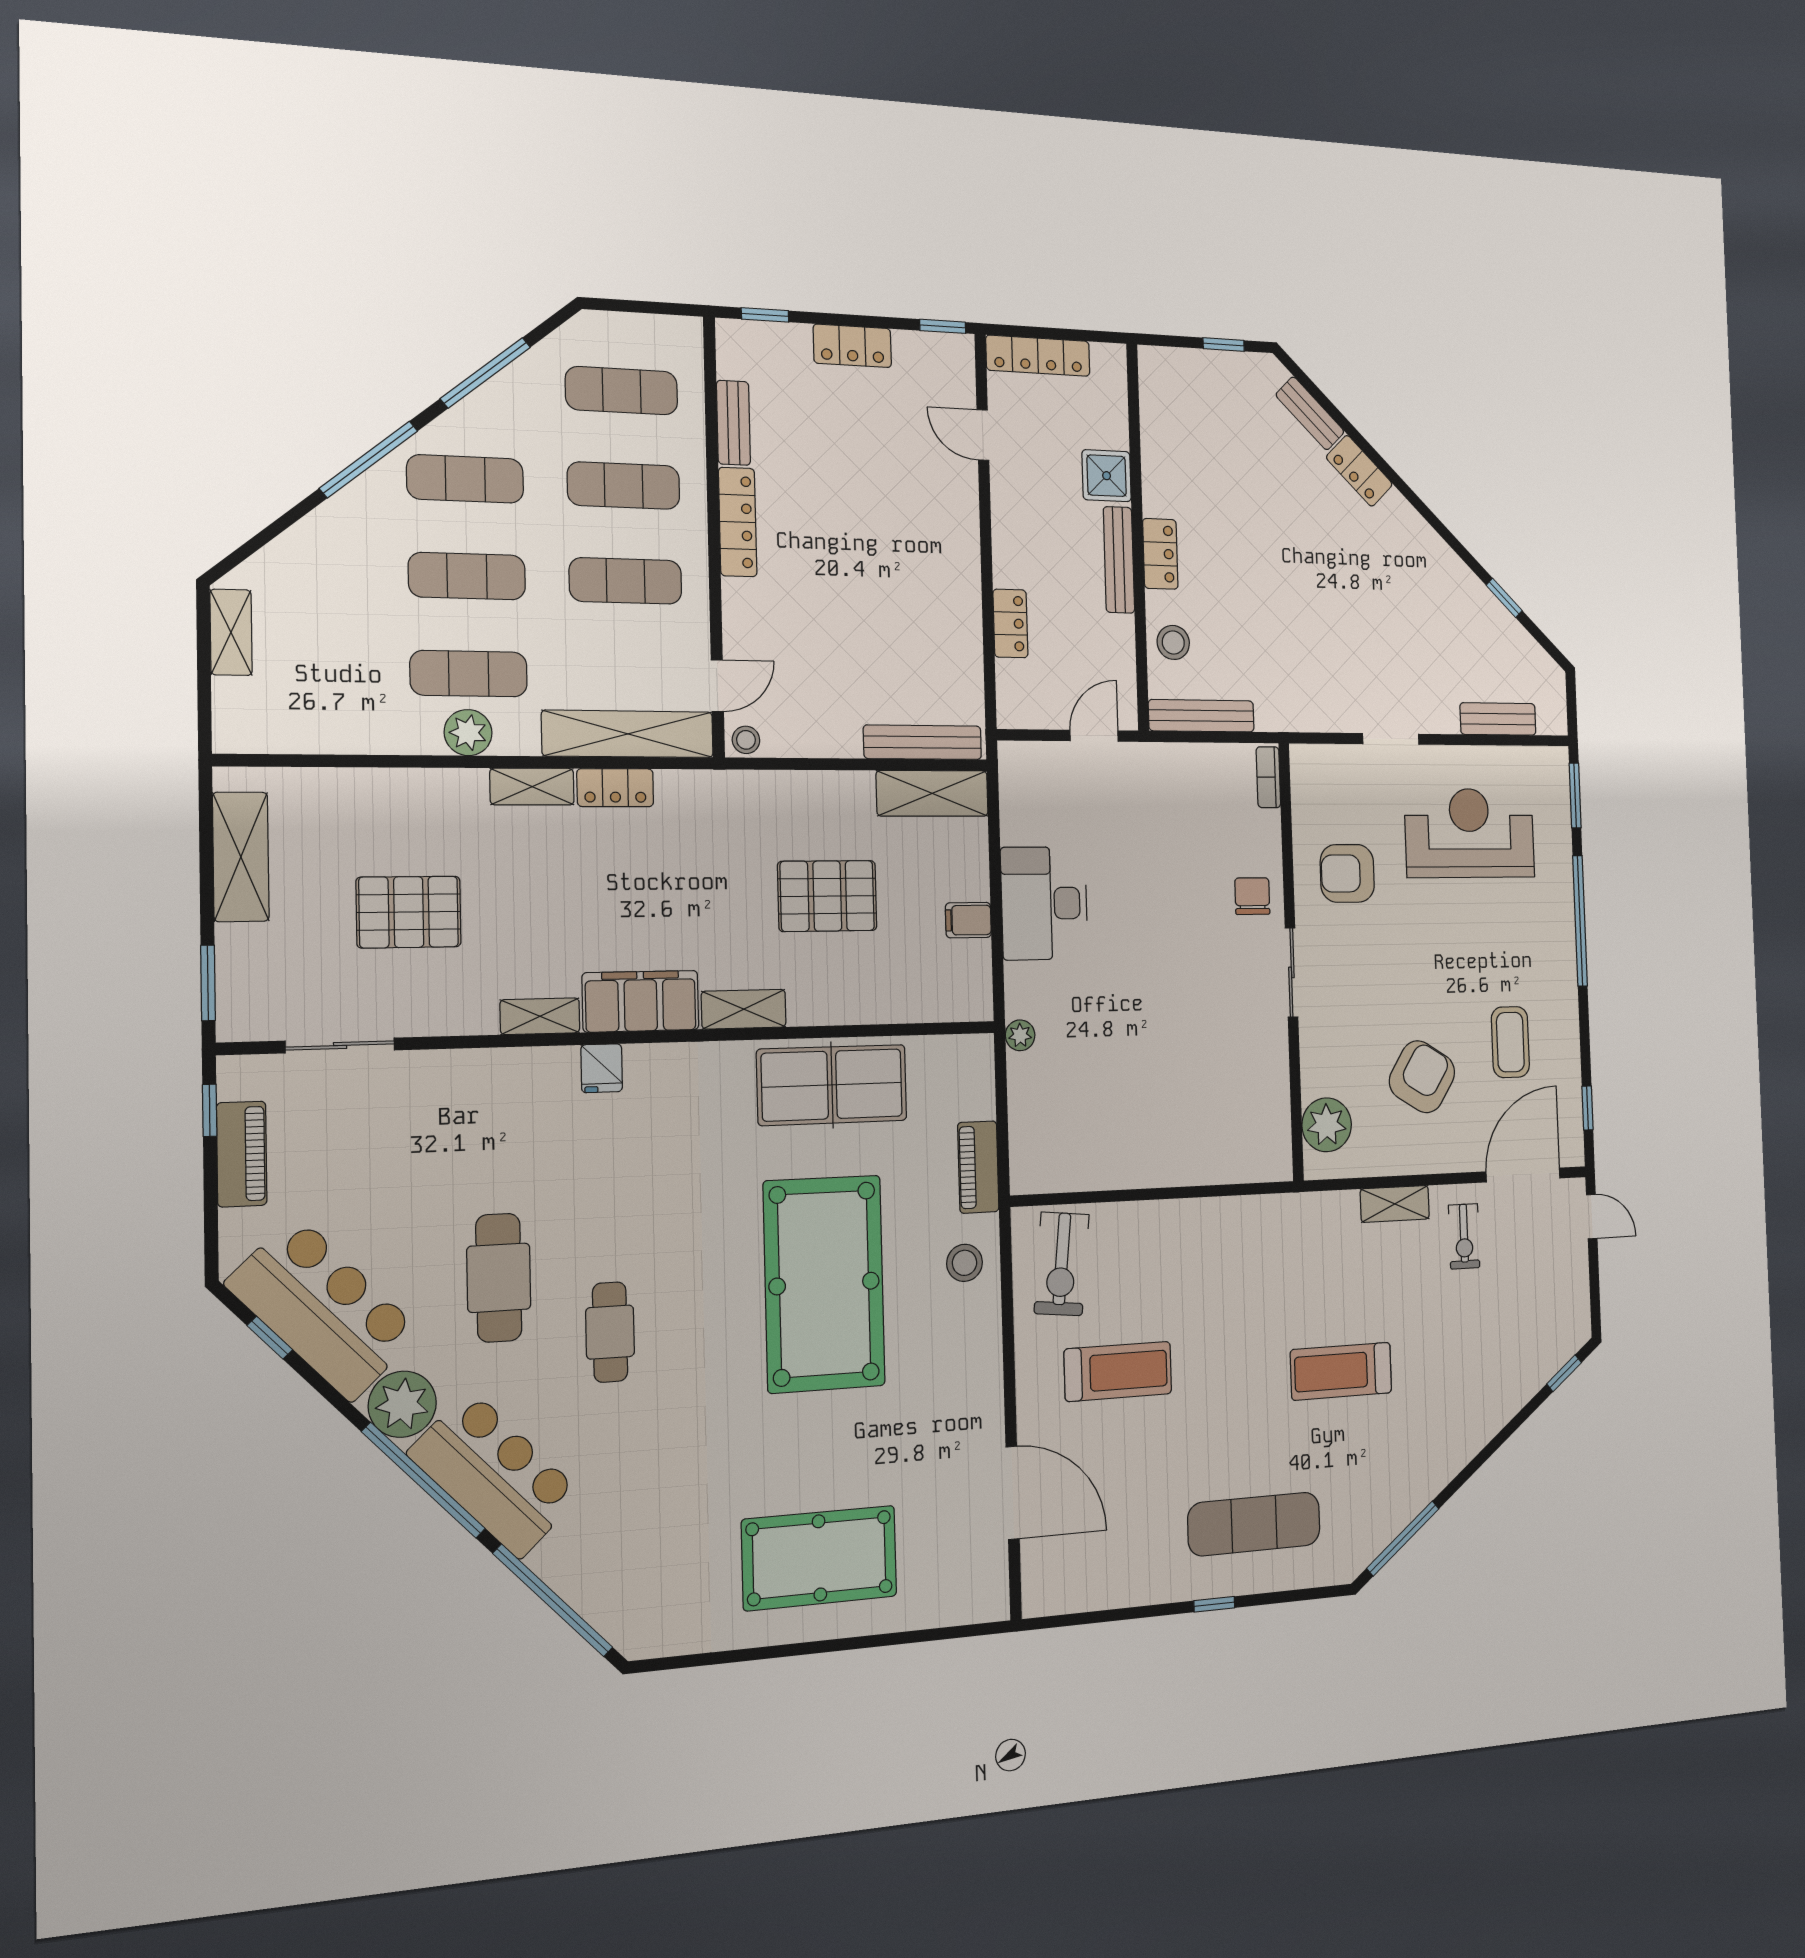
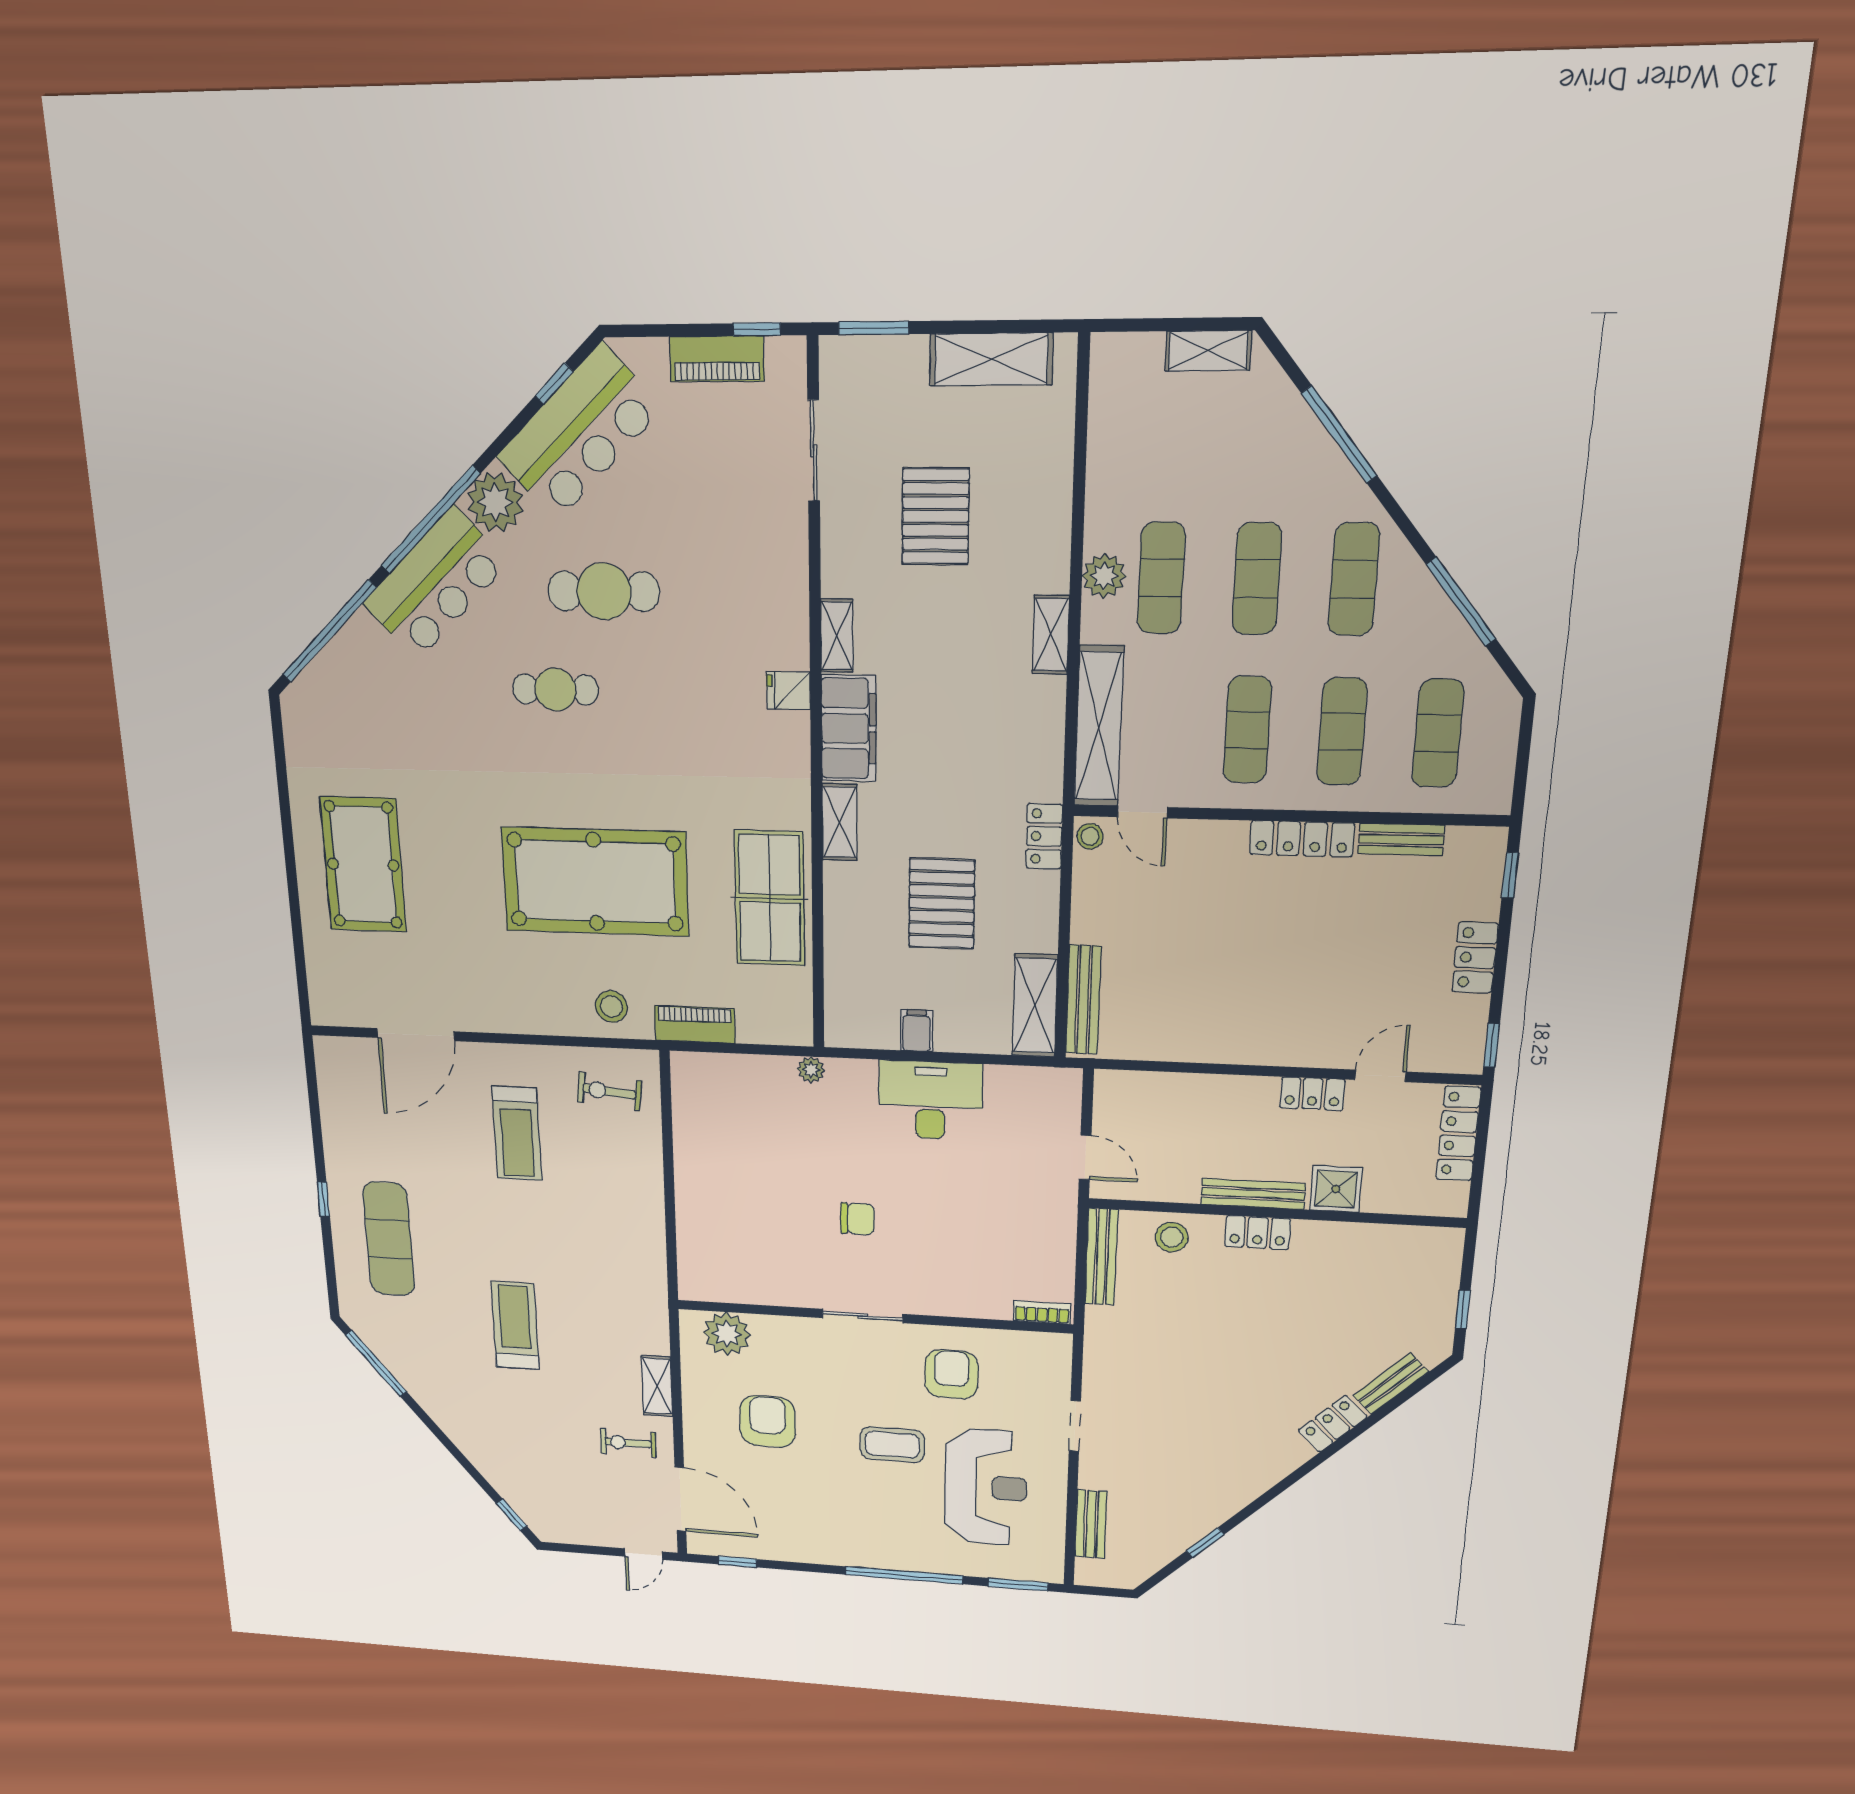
window: (369, 460) -> (1339, 435), moved
locker: (1010, 623) -> (1312, 1094), moved
locker: (615, 788) -> (1044, 836), moved
chair: (1252, 896) -> (857, 1219), moved
coffee table: (1510, 1042) -> (892, 1445), moved
armchair: (1422, 1077) -> (768, 1421), turned -122
exercise bike: (1062, 1264) -> (609, 1092), width x0.73, depth x0.72

